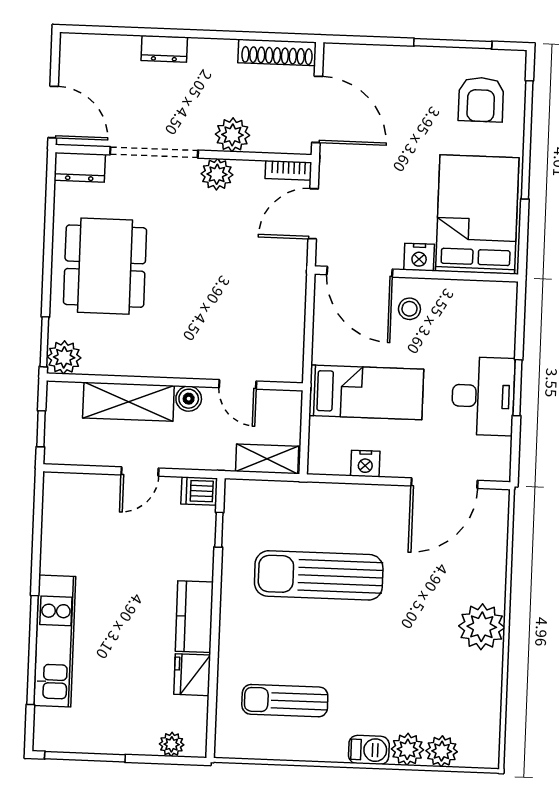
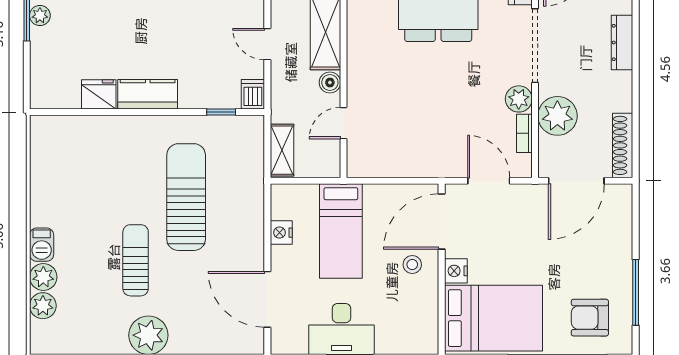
dresser: (164, 49) -> (622, 43), width x1.44
plant: (232, 135) -> (557, 116), width x1.36, depth x1.36
bookcase: (288, 170) -> (524, 133), moved
sun lounger: (285, 701) -> (136, 260), moved
plant: (172, 744) -> (40, 15), moved

